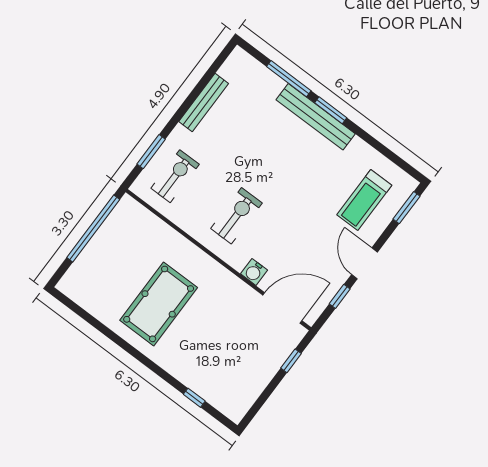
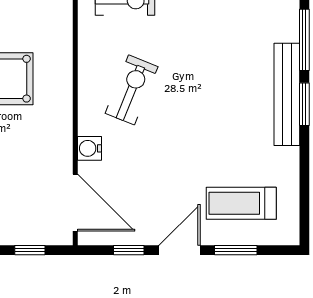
window: (406, 208) -> (236, 250), moved
exercise bike: (236, 216) -> (132, 90), turned -68

